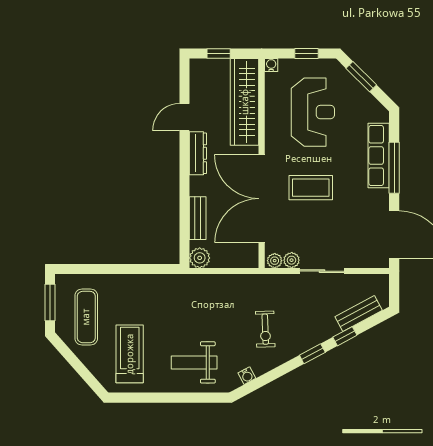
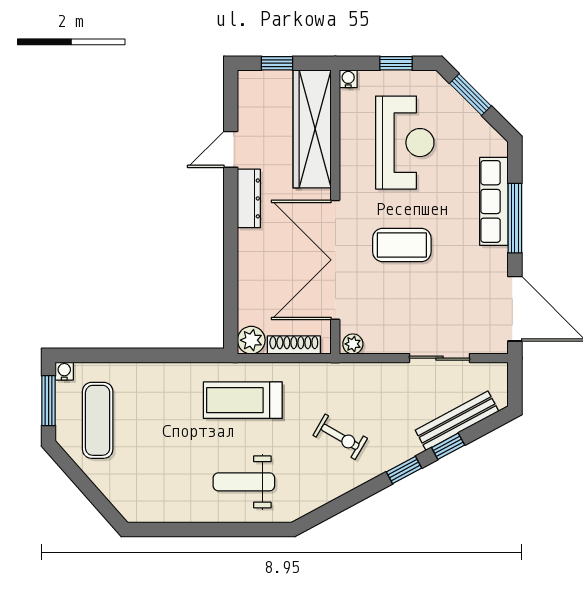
bench: (198, 218) -> (249, 286), removed
plant: (292, 260) -> (376, 343), removed
shoe rack: (231, 261) -> (294, 345), added
sliding door: (322, 271) -> (440, 358), moved
bench: (359, 313) -> (457, 421), width x1.36
exercise bike: (265, 329) -> (340, 437), turned -58
treadmill: (130, 354) -> (243, 400), moved, turned -90
water cooler: (247, 376) -> (64, 371), moved, turned -152

